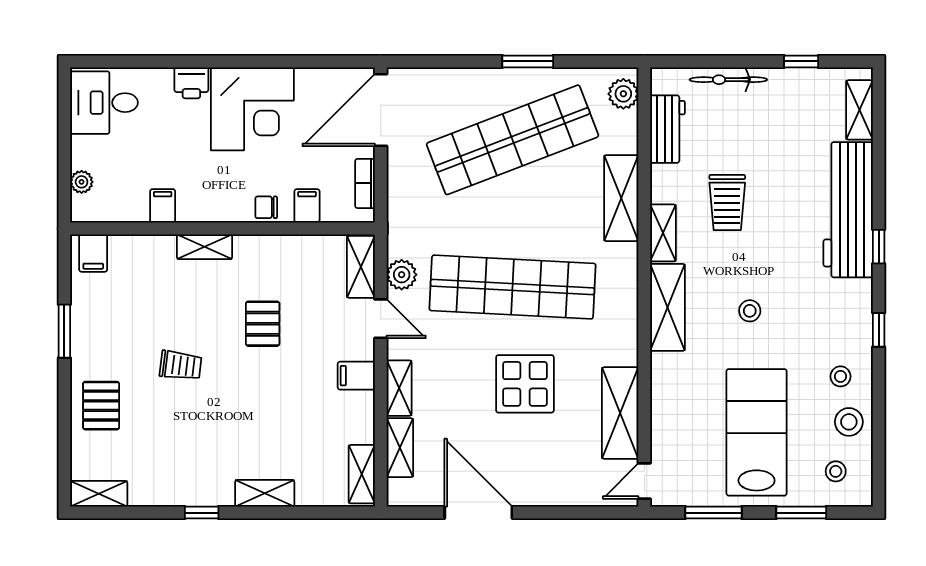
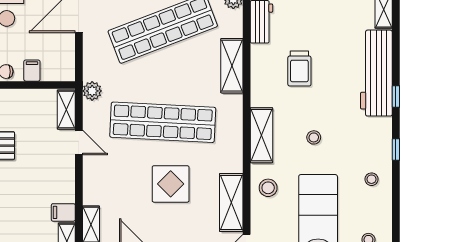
bookcase: (365, 183) -> (69, 56), removed
shelving: (663, 233) -> (259, 88), removed
plant: (402, 275) -> (92, 91), moved
filing cabinet: (356, 376) -> (63, 212), moved
shelving: (399, 388) -> (91, 187), removed
stool: (849, 422) -> (268, 188), moved

